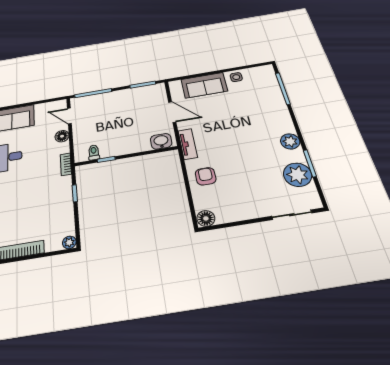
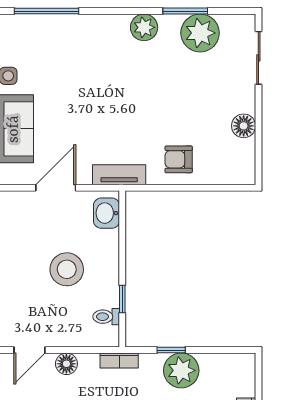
stool: (122, 126) -> (67, 269), added
floor lamp: (206, 218) -> (244, 126), moved
plant: (69, 242) -> (181, 370), moved, width x1.87, depth x1.87

